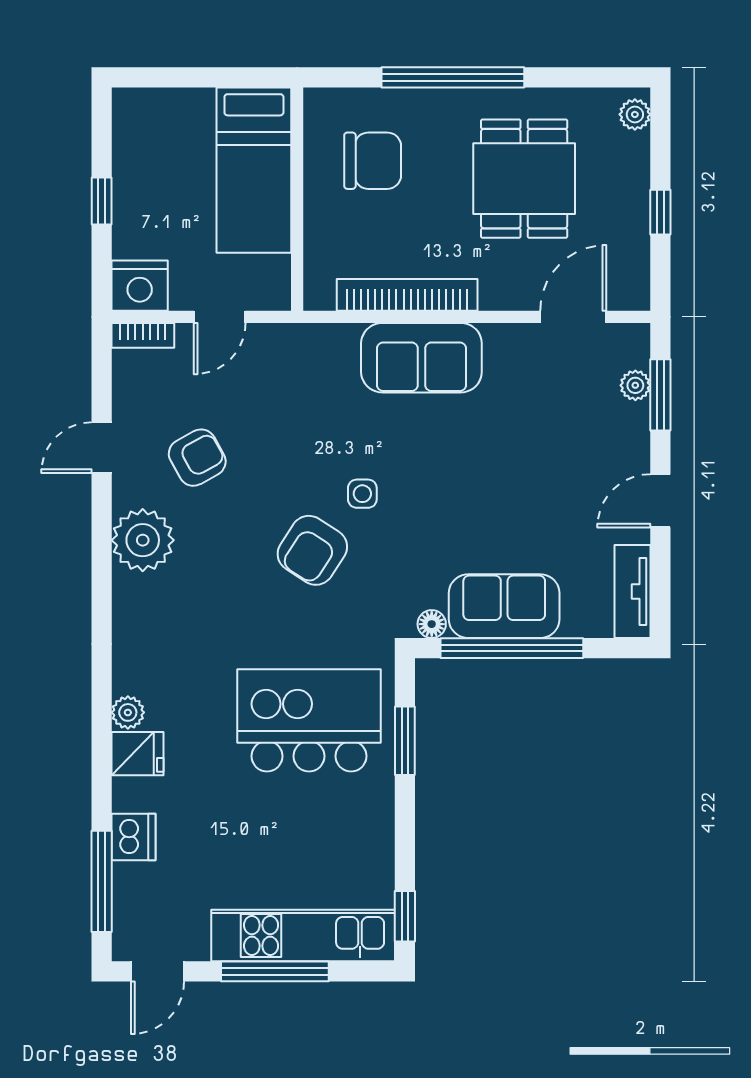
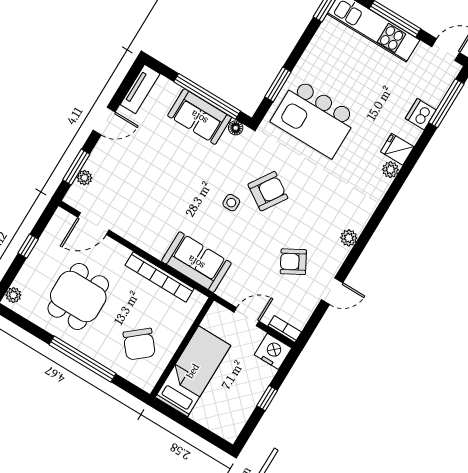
chair: (373, 161) -> (139, 344), turned -130
sofa: (421, 358) -> (196, 262), moved
plant: (143, 540) -> (349, 238), width x0.53, depth x0.53

